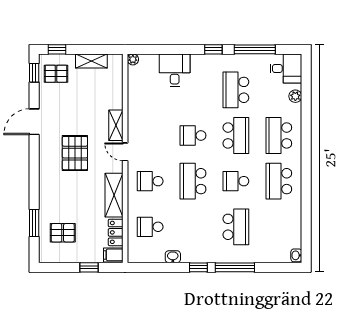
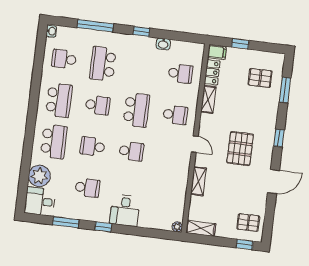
window: (255, 49) -> (66, 222), width x0.69
shelving: (91, 61) -> (201, 228), moved
desk: (175, 70) -> (125, 210), moved
window: (34, 73) -> (279, 138), moved
school desk: (236, 90) -> (87, 188), width x0.54
plant: (295, 96) -> (39, 176), width x1.87, depth x1.87
shelving: (116, 125) -> (198, 181), moved
school desk: (236, 135) -> (93, 146), width x0.54
shelving: (114, 195) -> (208, 99), width x0.67, depth x0.75
school desk: (279, 227) -> (64, 59), added
window: (235, 267) -> (95, 26), moved

